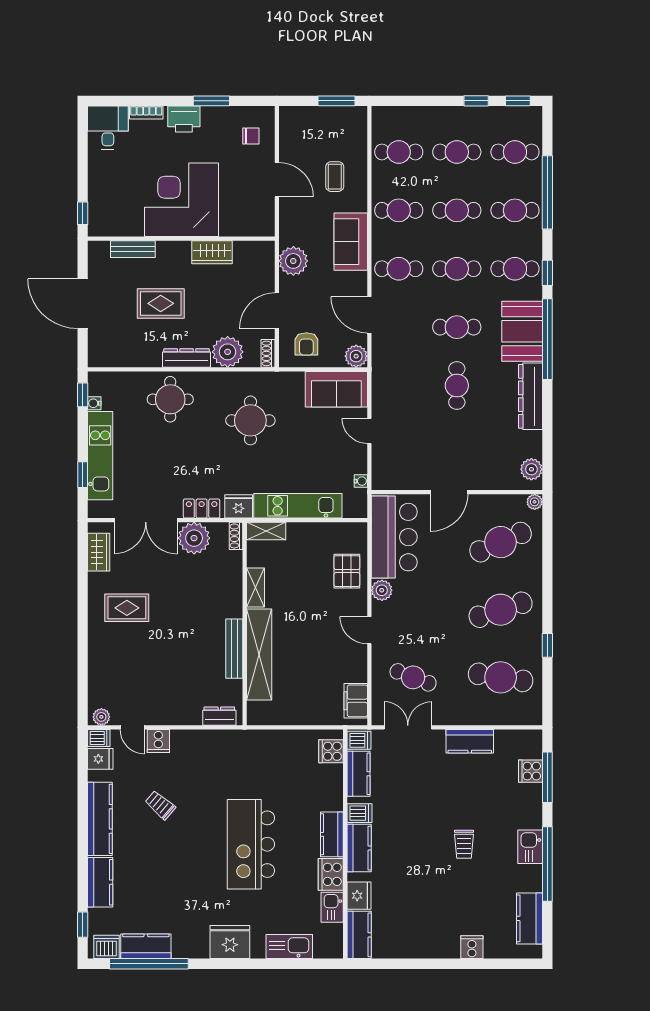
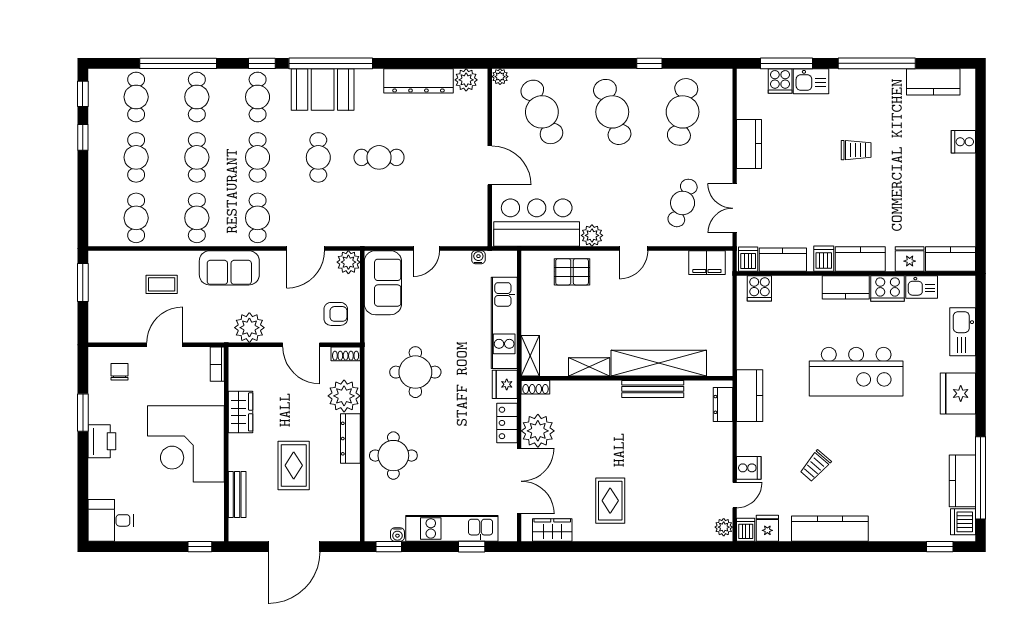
bookcase: (146, 112) -> (217, 364), moved, turned 180
dresser: (530, 396) -> (418, 81), moved
kitchen sink: (530, 847) -> (811, 81), moved
kitchen counter: (100, 882) -> (750, 396), moved, turned 90

